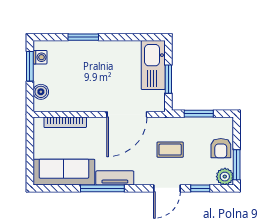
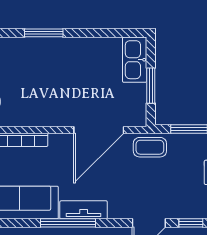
kitchen sink: (153, 65) -> (135, 60), width x0.73, depth x0.81
coffee table: (170, 150) -> (150, 147), moved

